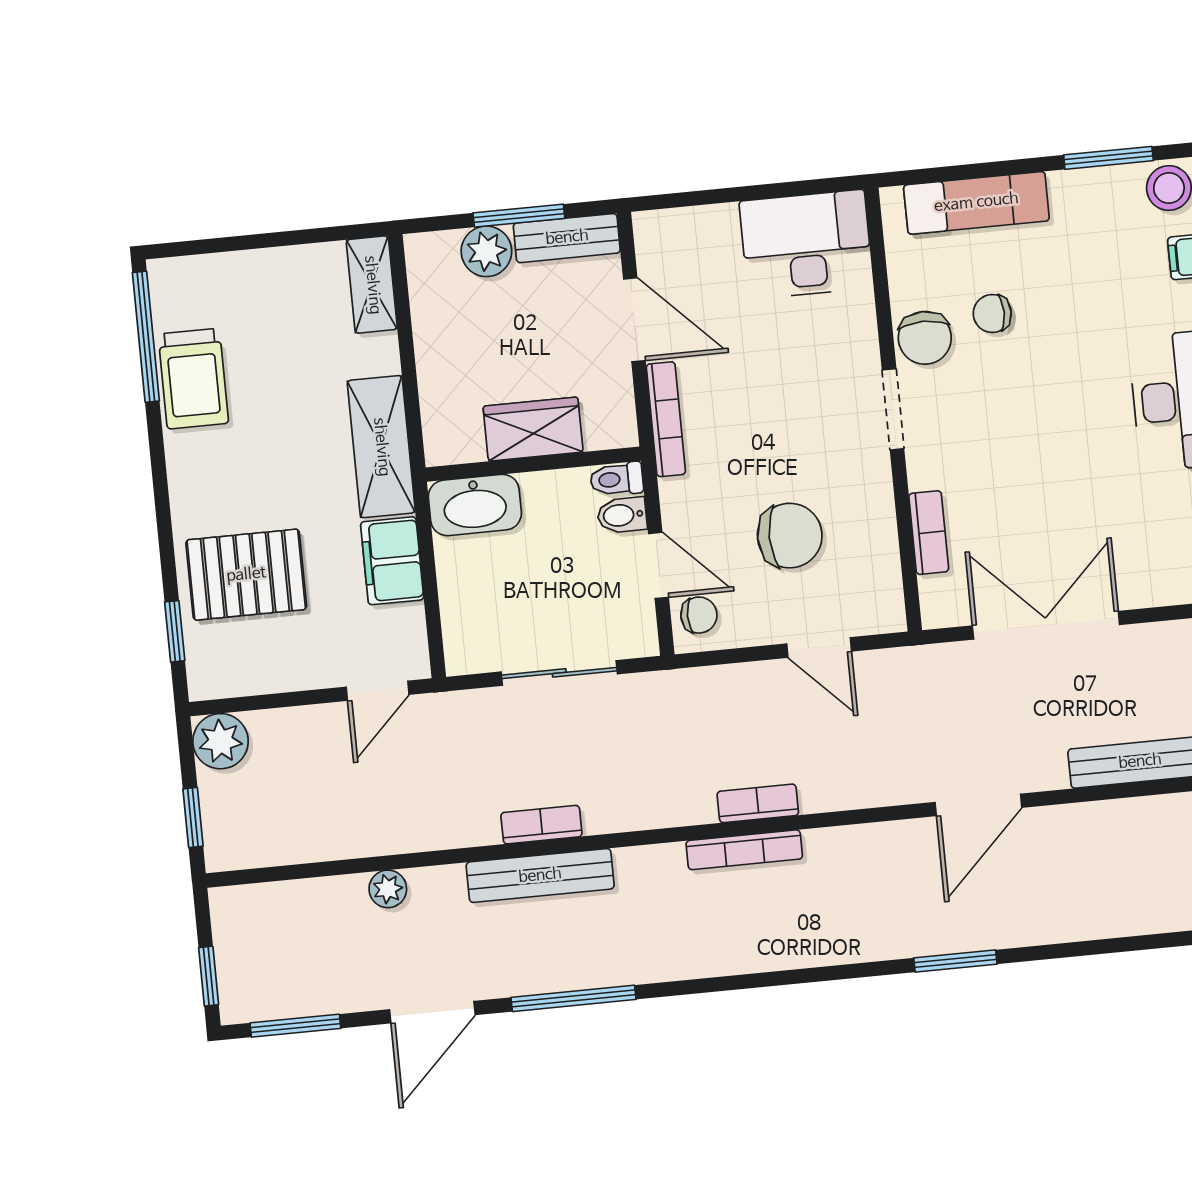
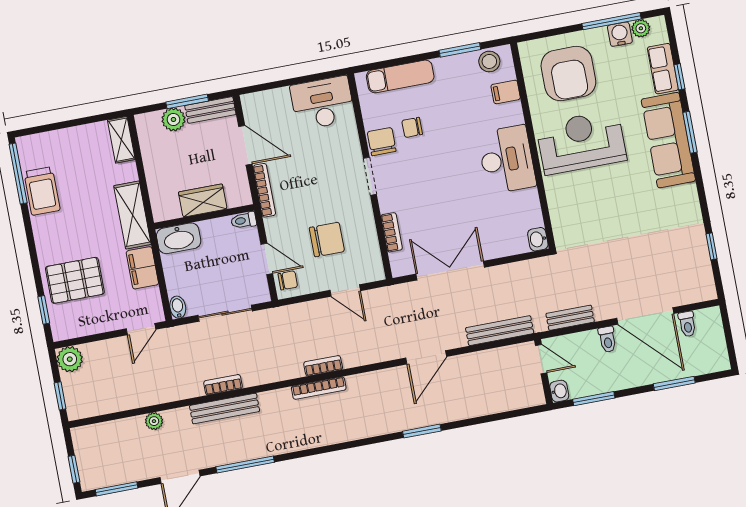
chair: (925, 338) -> (382, 142), turned 180
bidet: (622, 515) -> (178, 307), moved, turned 90

